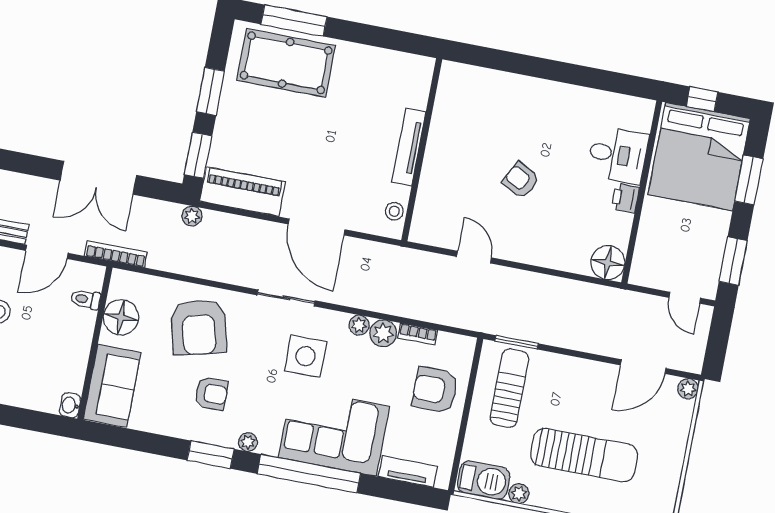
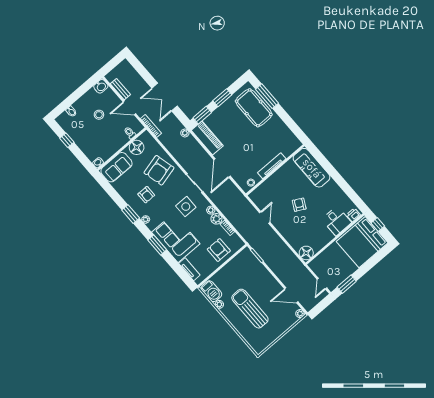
sofa: (488, 90) -> (312, 168), added
window: (749, 180) -> (372, 262), removed
printer: (625, 198) -> (353, 215), moved
sun lounger: (509, 388) -> (243, 268), removed
sun lounger: (584, 455) -> (250, 309), turned 180
window: (309, 474) -> (157, 245), width x0.47

